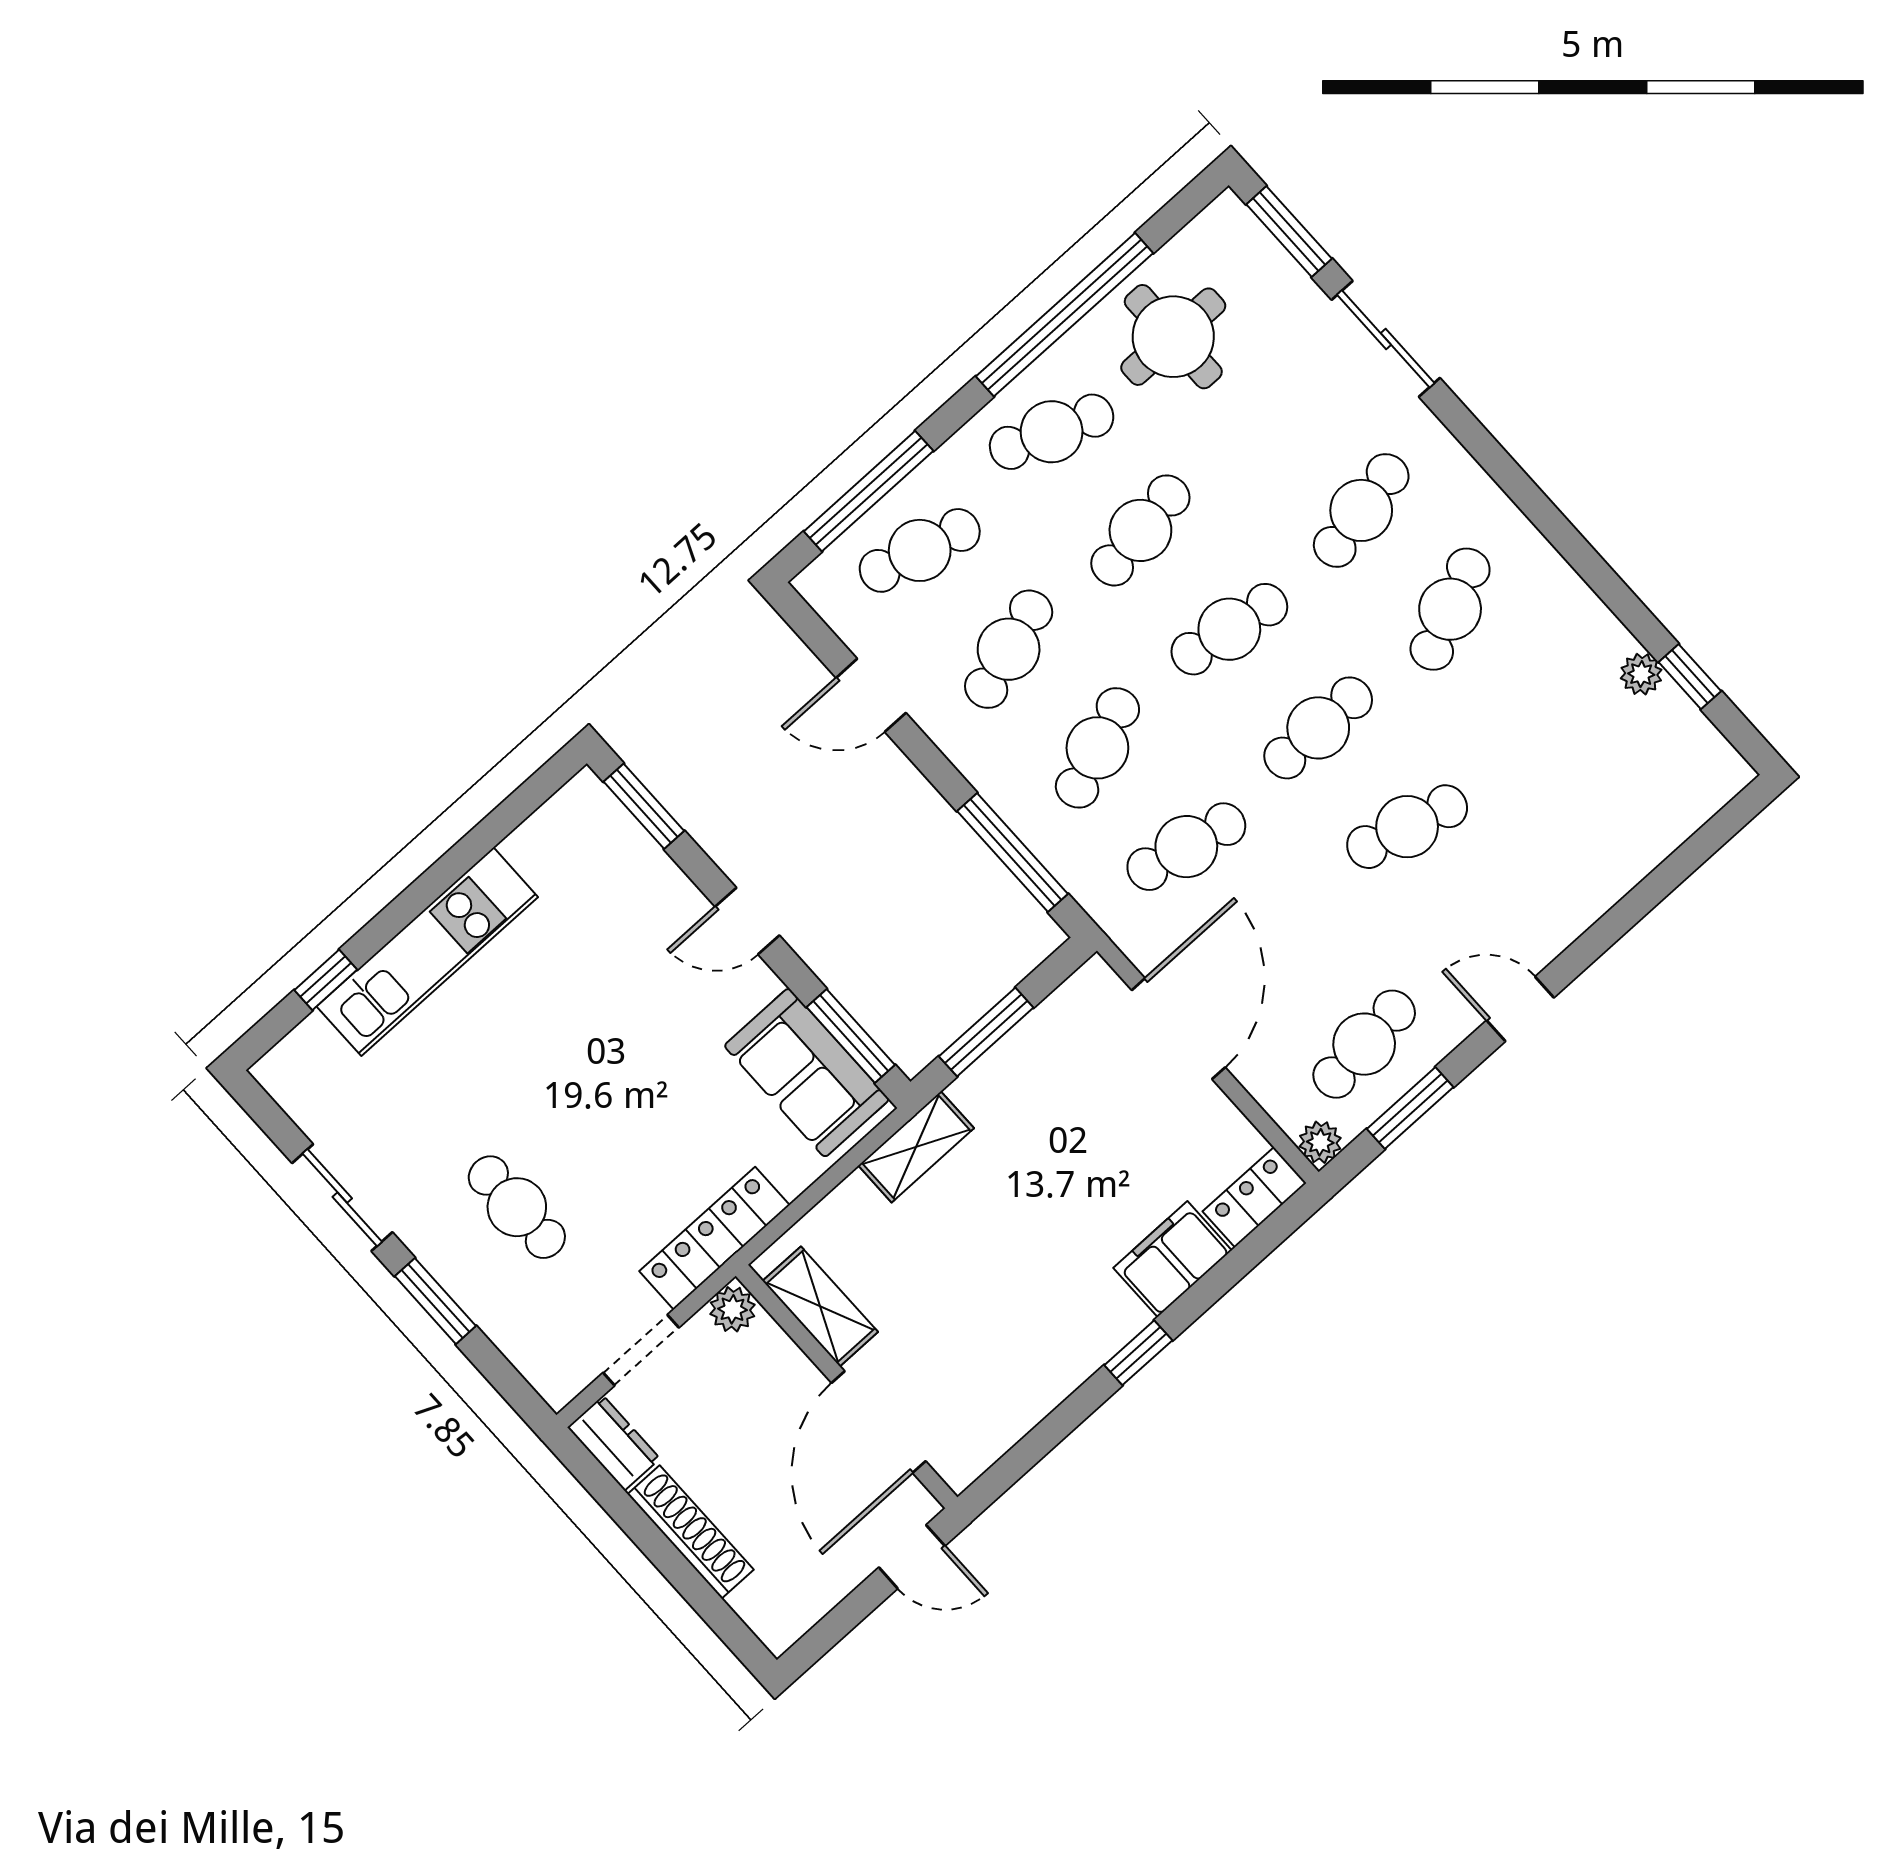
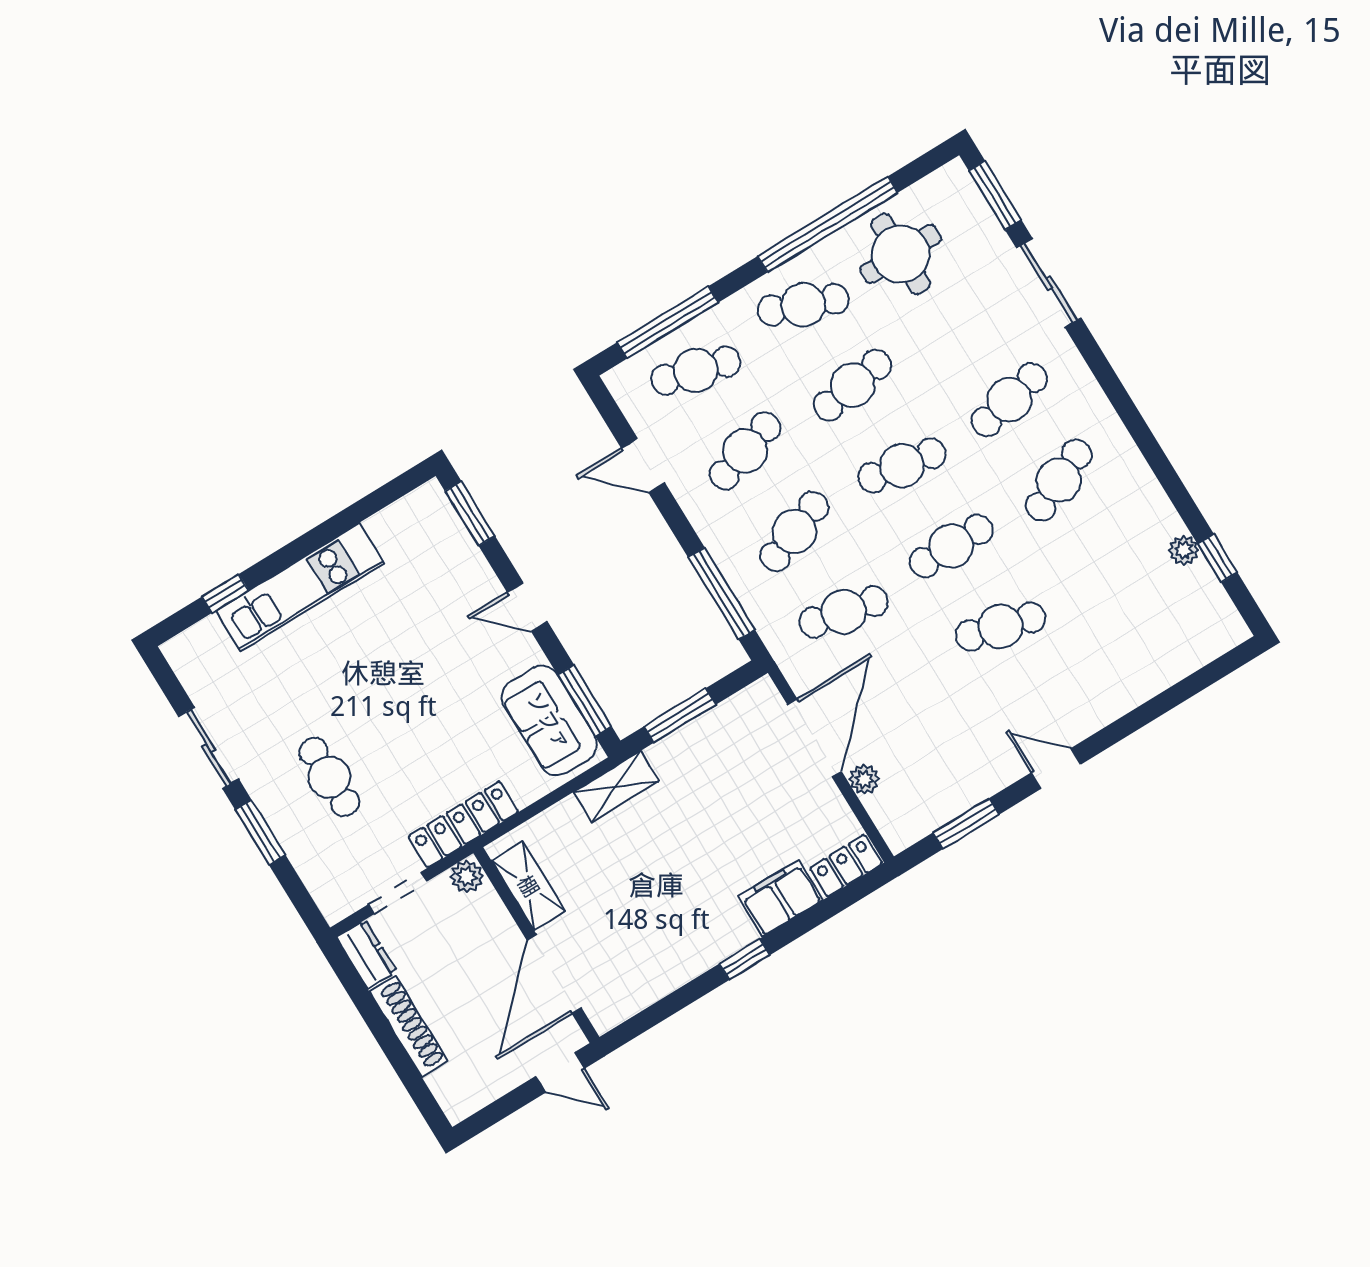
cafe table: (1364, 1044) -> (942, 773), removed
plant: (1320, 1142) -> (864, 779), moved

